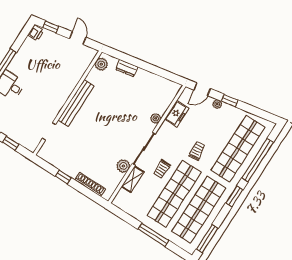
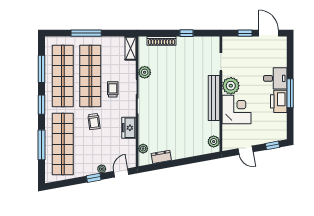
printer: (36, 33) -> (279, 101), moved, width x1.87, depth x1.48
dresser: (127, 68) -> (161, 157), moved
corner desk: (62, 80) -> (237, 109), added
plant: (54, 104) -> (231, 86), added
freezer: (177, 114) -> (129, 128), moved
plant: (156, 118) -> (143, 149), moved
window: (257, 160) -> (41, 145), width x0.68
shelving: (133, 179) -> (130, 48), moved
window: (207, 239) -> (41, 69), moved

